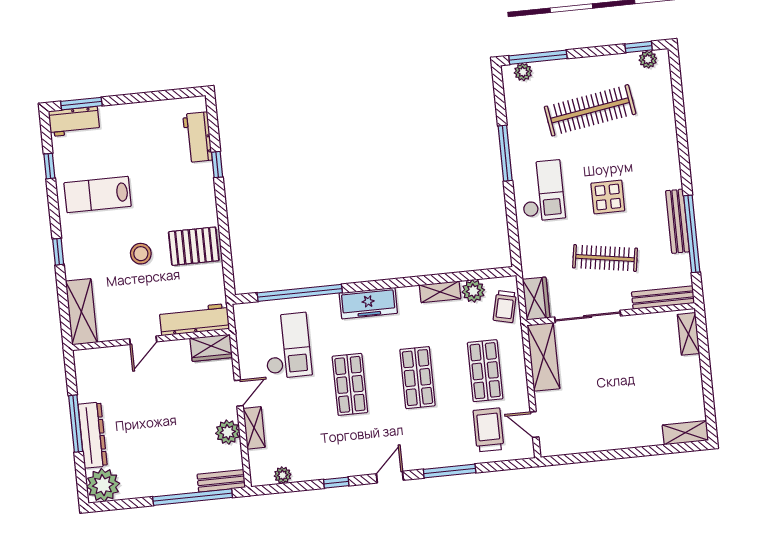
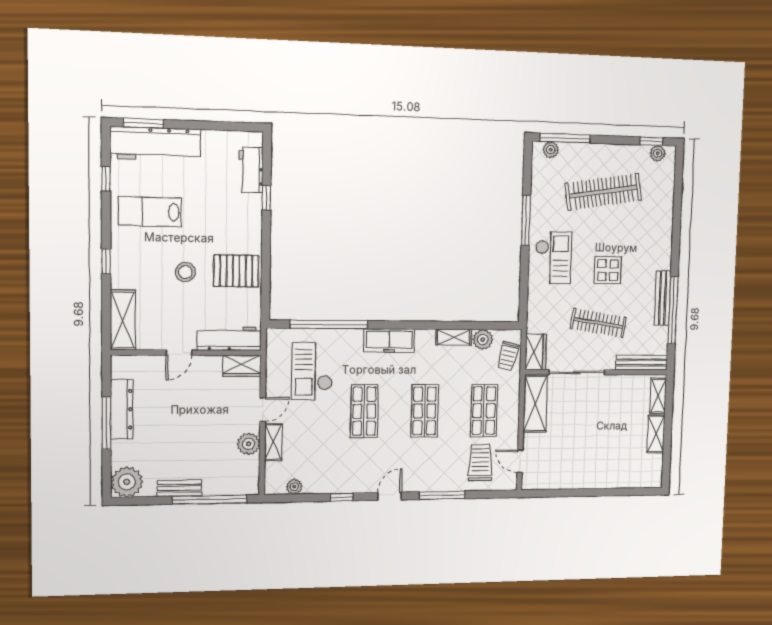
workbench: (74, 121) -> (155, 144), width x1.88, depth x1.32
checkout: (287, 346) -> (312, 371), turned 180
shelving: (685, 433) -> (656, 434), moved, turned 90
dresser: (93, 435) -> (122, 409), moved
bench: (221, 481) -> (179, 488), moved

